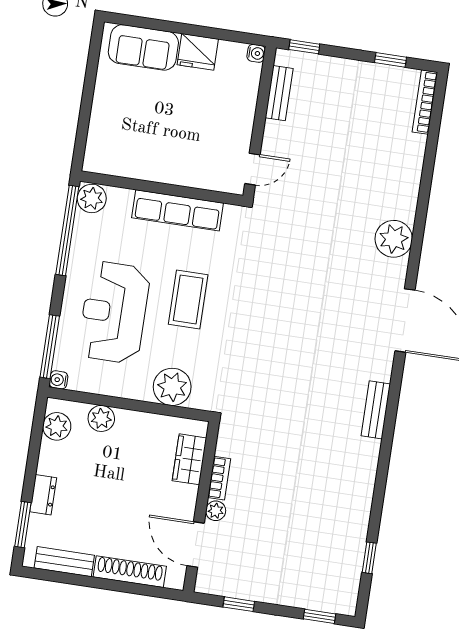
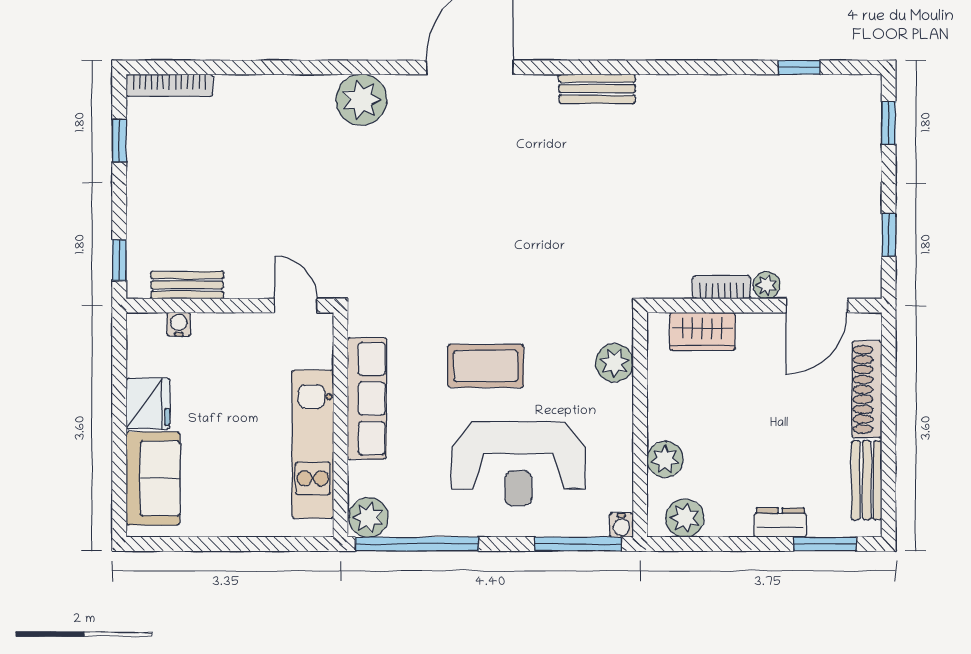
water cooler: (256, 53) -> (179, 324), moved
kitchen unit: (151, 166) -> (313, 444), added
plant: (172, 387) -> (614, 363), width x0.73, depth x0.73

